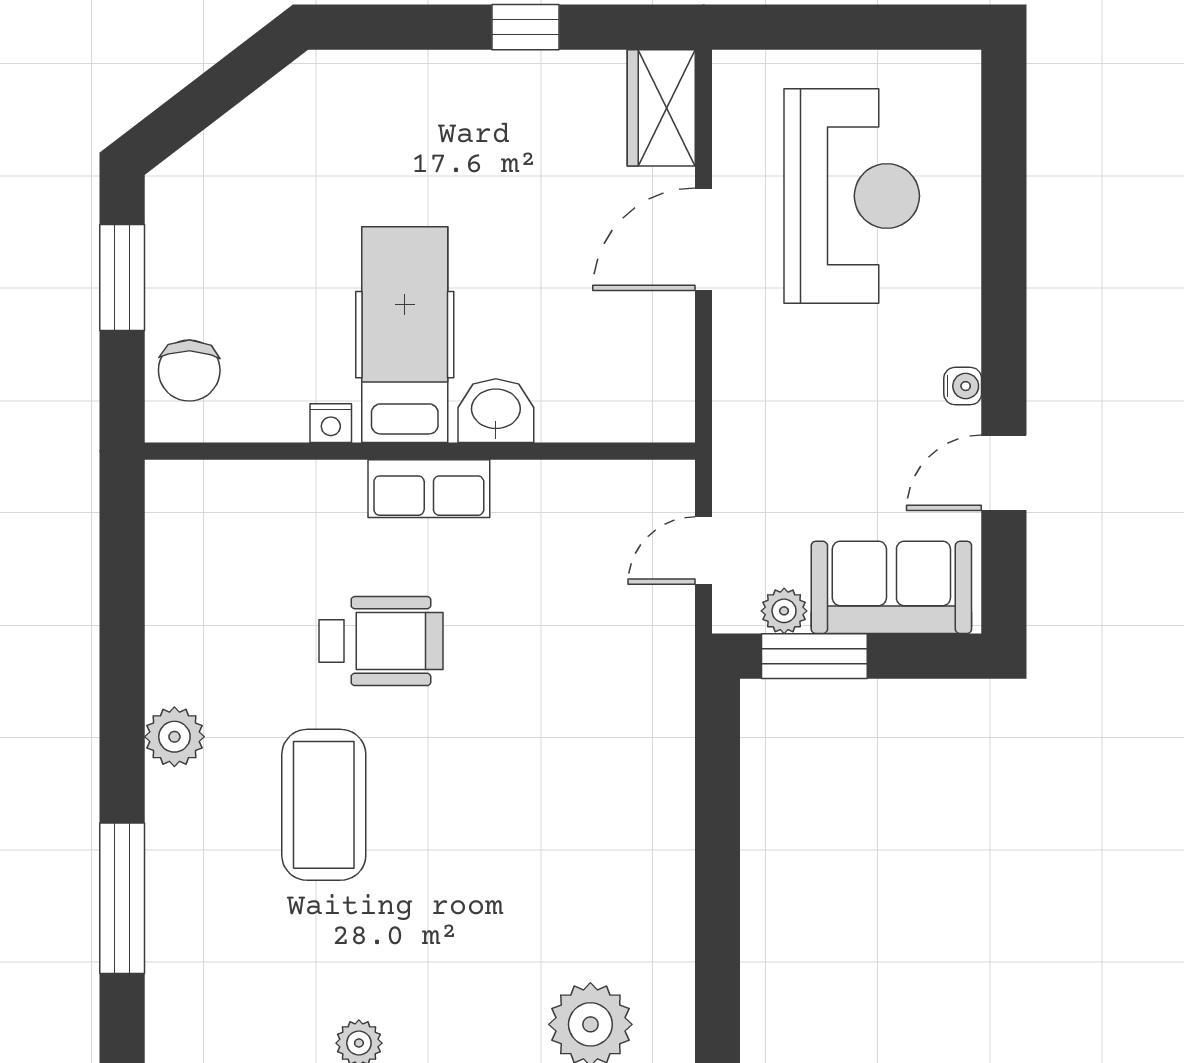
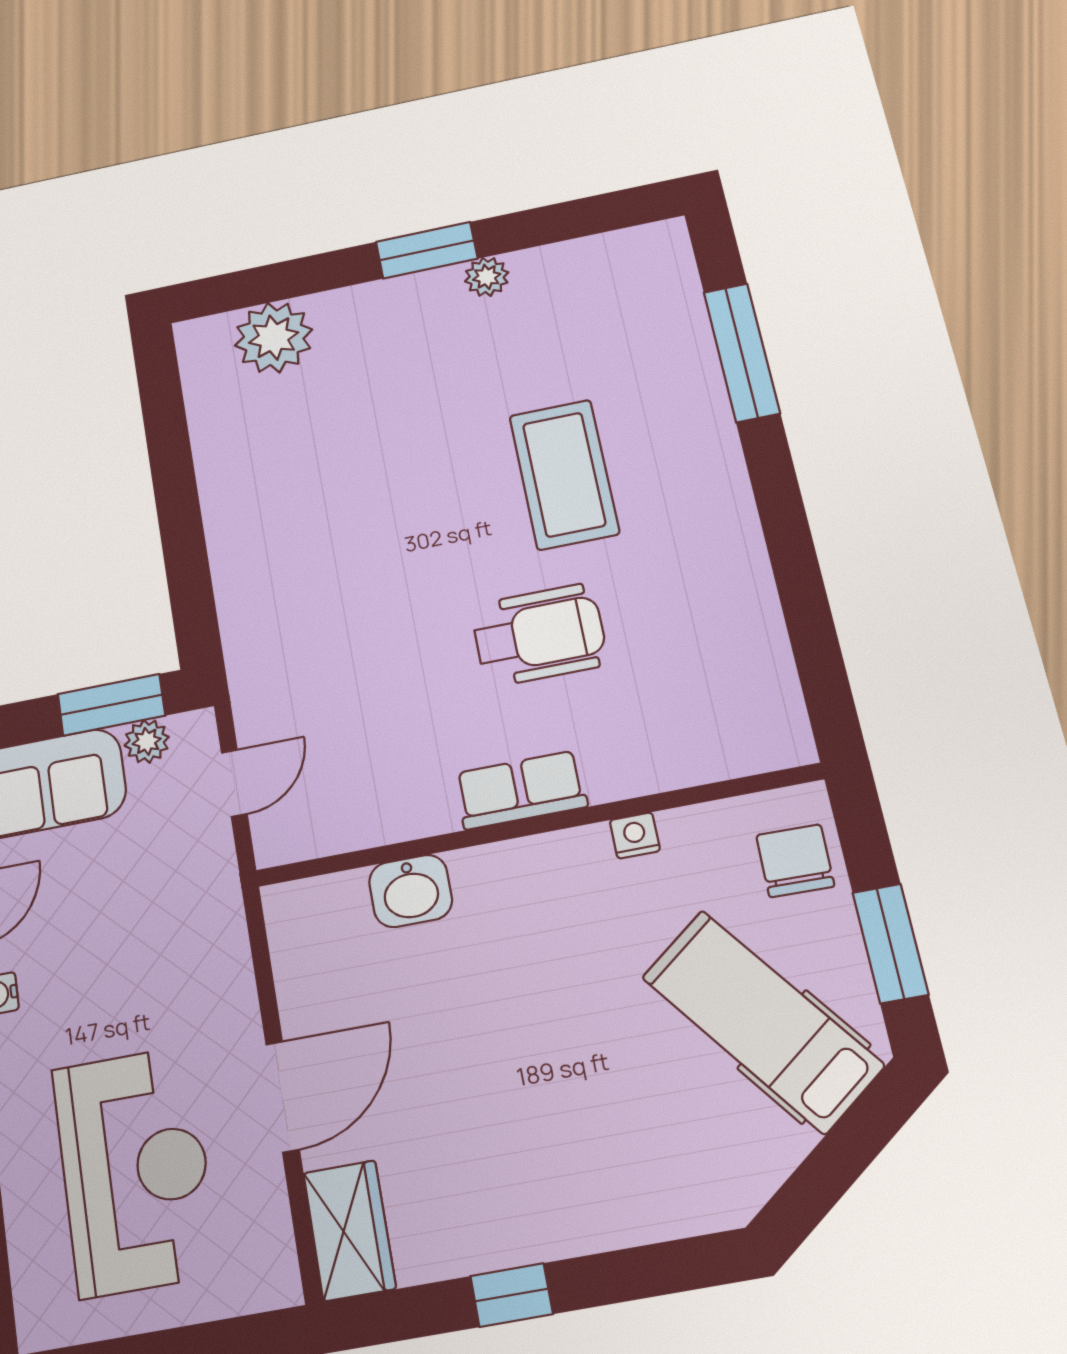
reception desk: (852, 196) -> (135, 1171), turned 180
hospital bed: (405, 335) -> (762, 1021), moved, turned 143
washbasin: (496, 411) -> (411, 891), moved
wheelchair: (381, 641) -> (539, 635), turned 180
plant: (174, 737) -> (725, 506), removed

